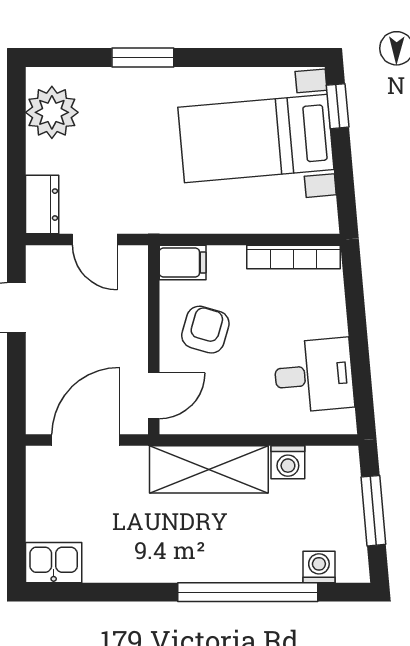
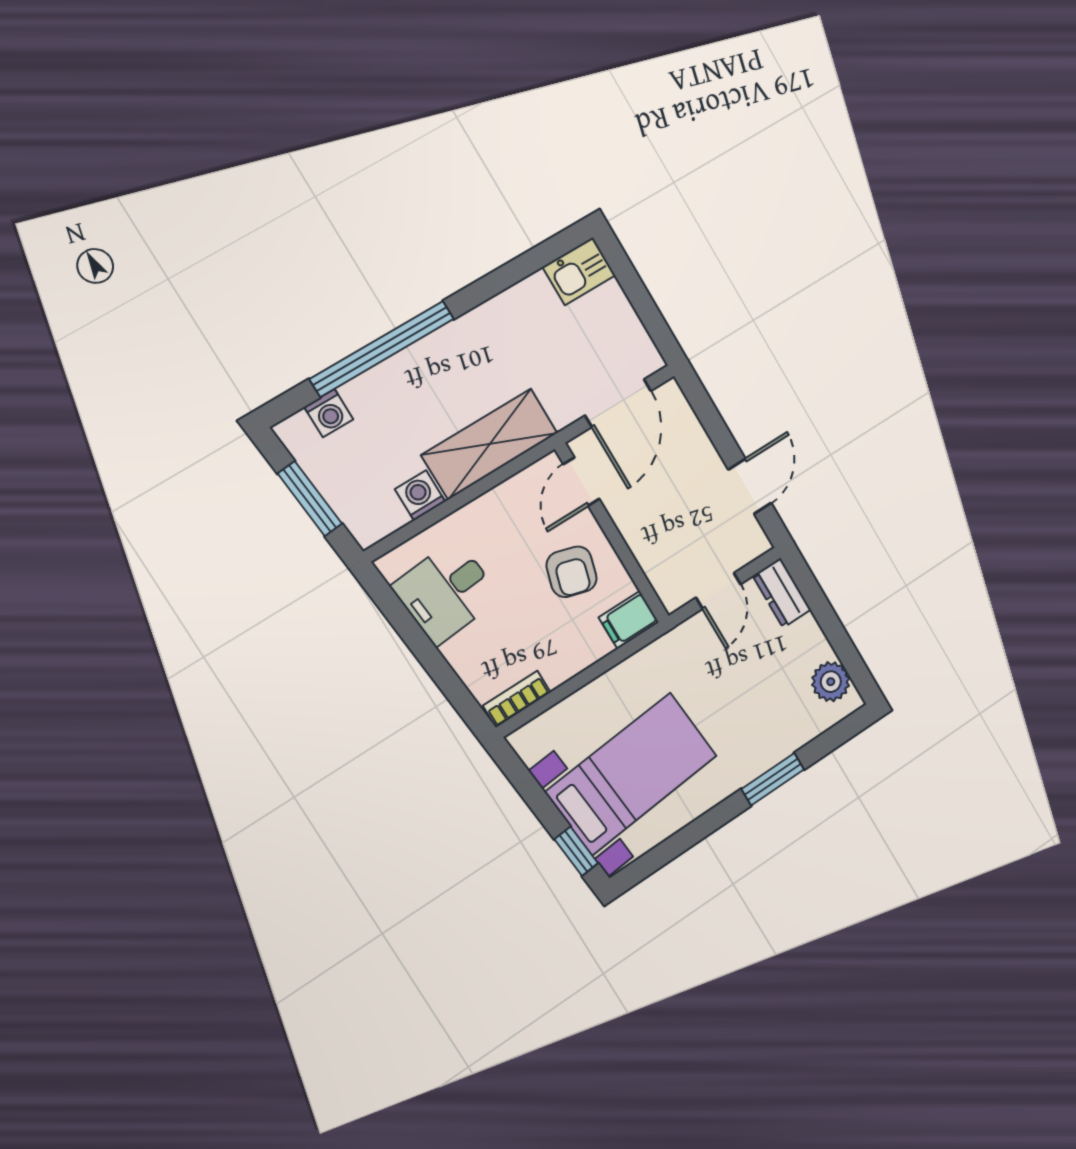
plant: (52, 112) -> (831, 682), width x0.73, depth x0.73
door: (95, 239) -> (718, 591), swing flipped
bookcase: (293, 257) -> (517, 699), width x0.64

